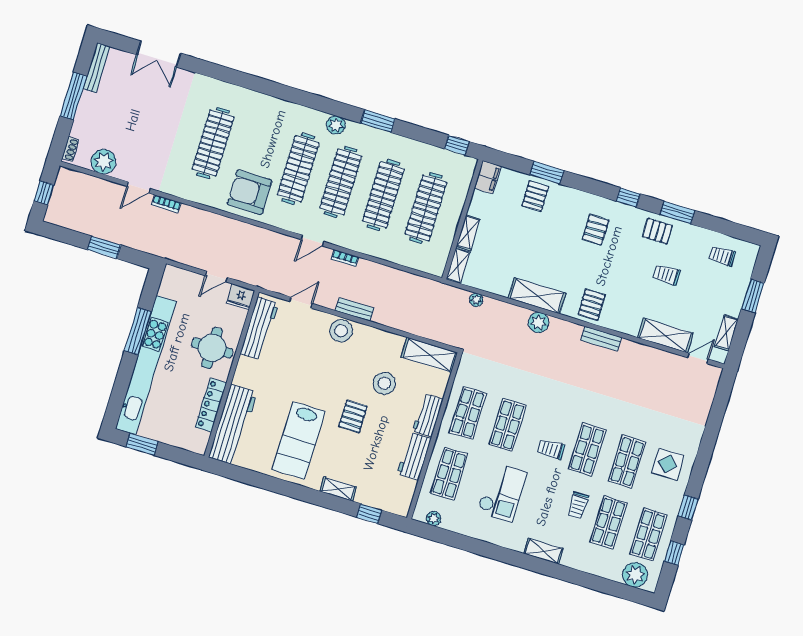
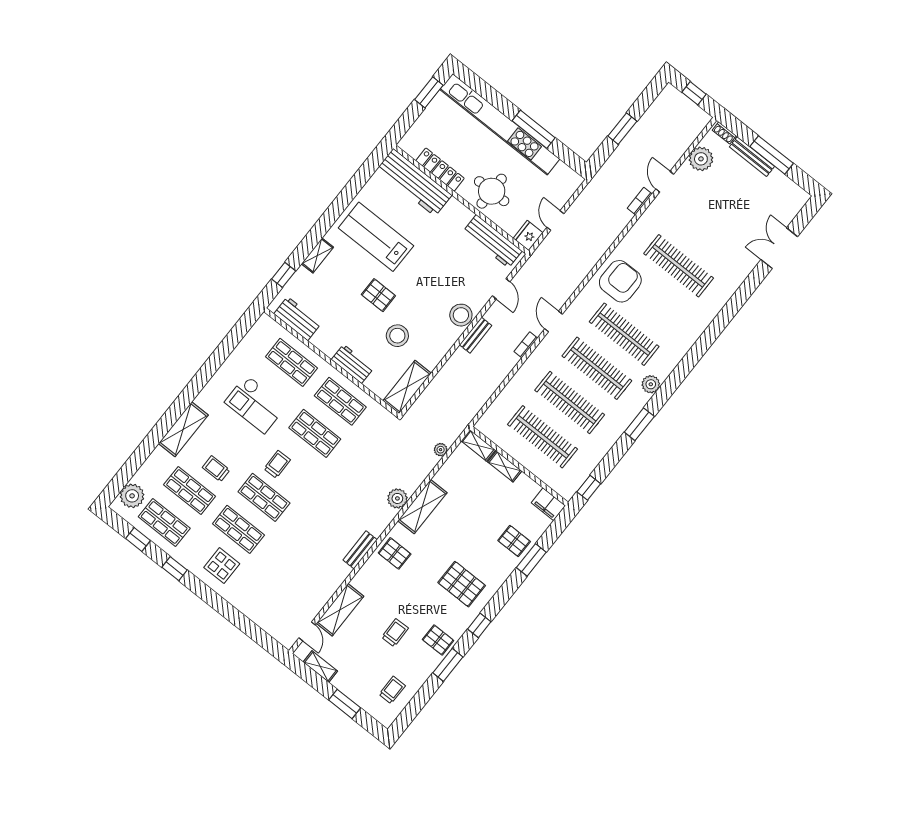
bench: (97, 68) -> (752, 157), moved
pallet: (596, 230) -> (462, 584), width x1.50, depth x1.42
pallet: (657, 231) -> (438, 640), turned 90
workbench: (414, 456) -> (298, 319), moved
plant: (434, 519) -> (256, 332), removed
shelving: (543, 551) -> (183, 429), width x1.50, depth x1.33

